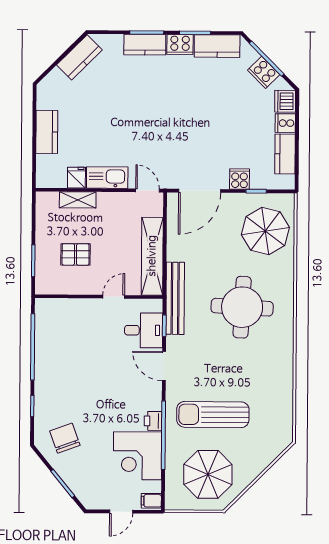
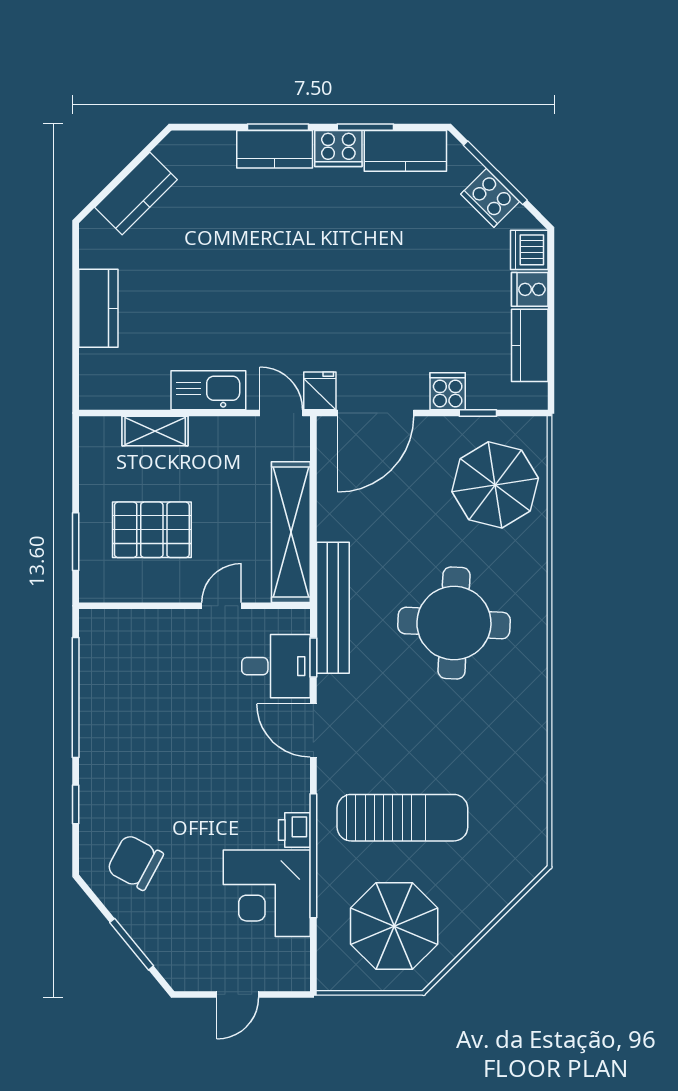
kitchen counter: (79, 57) -> (136, 193), moved
fridge: (76, 178) -> (320, 391), moved
pallet: (76, 254) -> (152, 530), width x1.50, depth x1.42
sun lounger: (213, 415) -> (402, 818), turned 180
chair: (65, 438) -> (135, 862), turned -42
filing cabinet: (151, 501) -> (292, 975), removed

